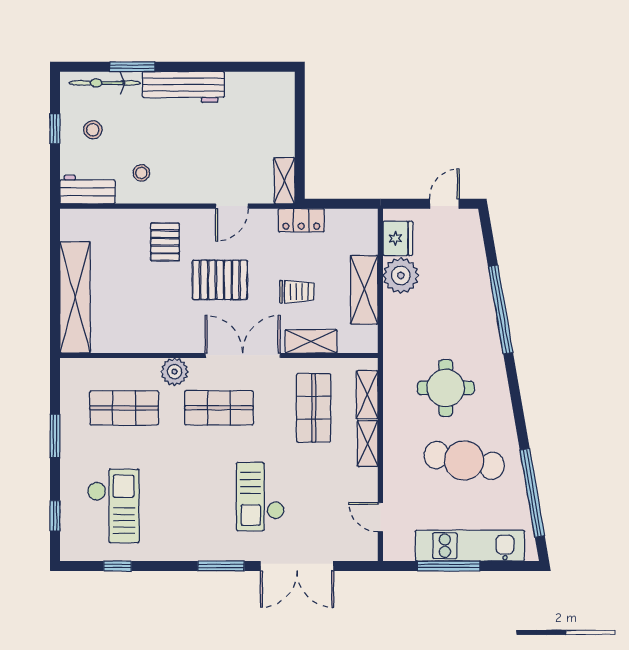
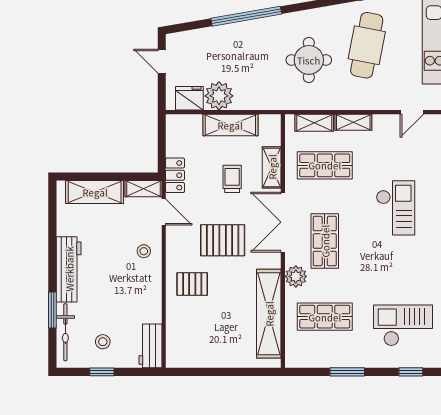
shelving: (280, 120) -> (95, 192), added
stool: (141, 173) -> (144, 251), moved
door: (232, 206) -> (164, 212), moved
pallet: (220, 280) -> (223, 240), turned 90
shelving: (75, 297) -> (269, 314), moved, turned 90
shop shelf: (124, 408) -> (325, 317), turned 90
checkout: (260, 497) -> (396, 208), turned -90

